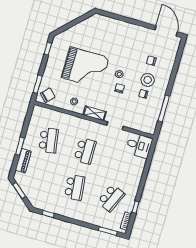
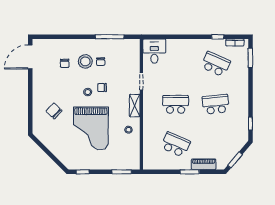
grand piano: (85, 68) -> (91, 128), turned 180
chair: (48, 95) -> (54, 111), moved
school desk: (49, 140) -> (176, 145), turned 33

